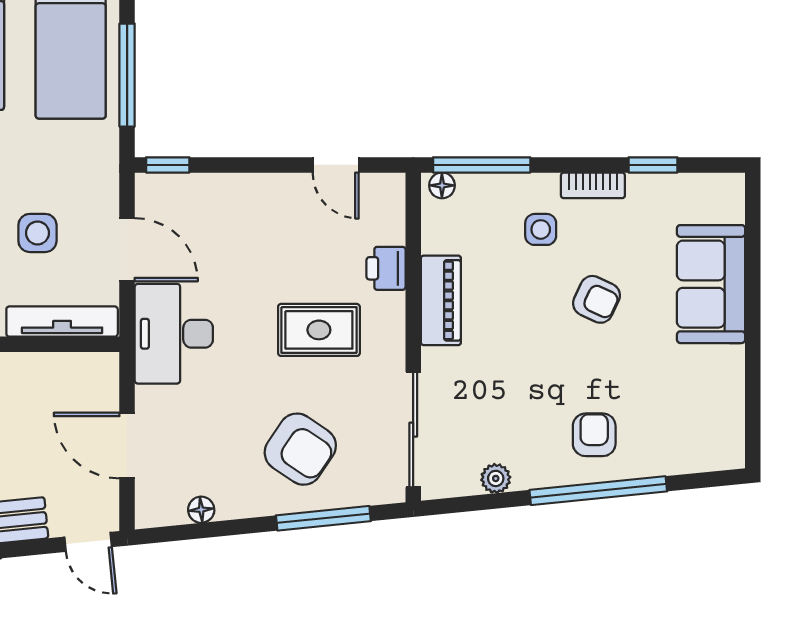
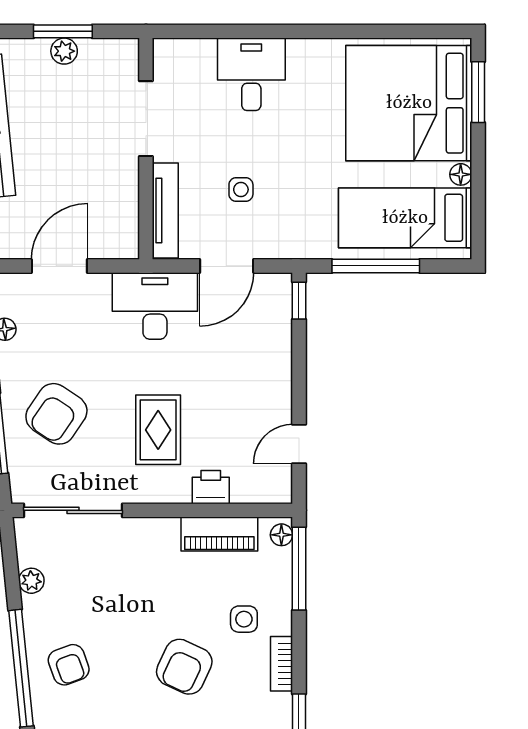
side table: (37, 233) -> (241, 190), width x0.73, depth x0.73
armchair: (596, 299) -> (184, 667), width x1.38, depth x1.38
piano: (441, 300) -> (219, 534), moved
armchair: (594, 435) -> (69, 665), turned 70

